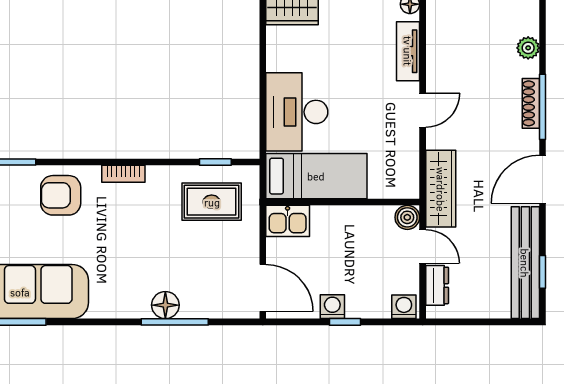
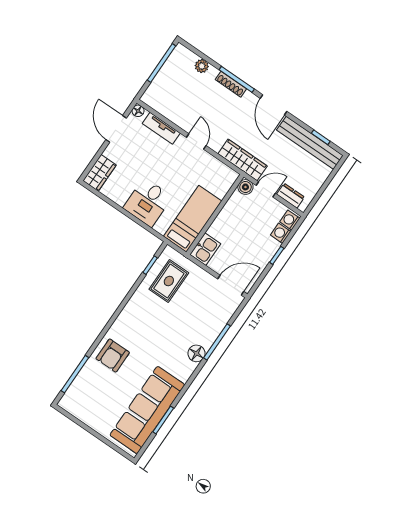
desk: (297, 112) -> (148, 202), width x0.73
bookcase: (123, 174) -> (124, 316), removed
floor lamp: (165, 305) -> (197, 353), moved
washing machine: (332, 307) -> (281, 233), moved

